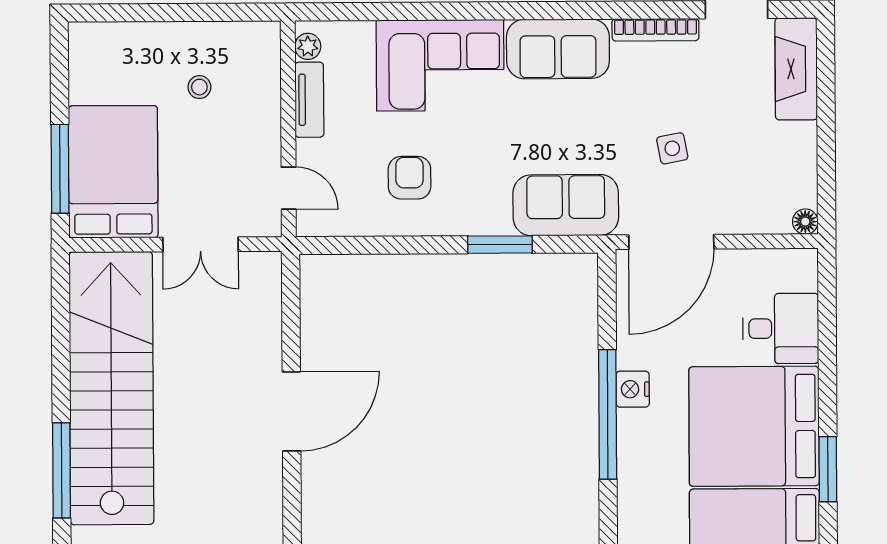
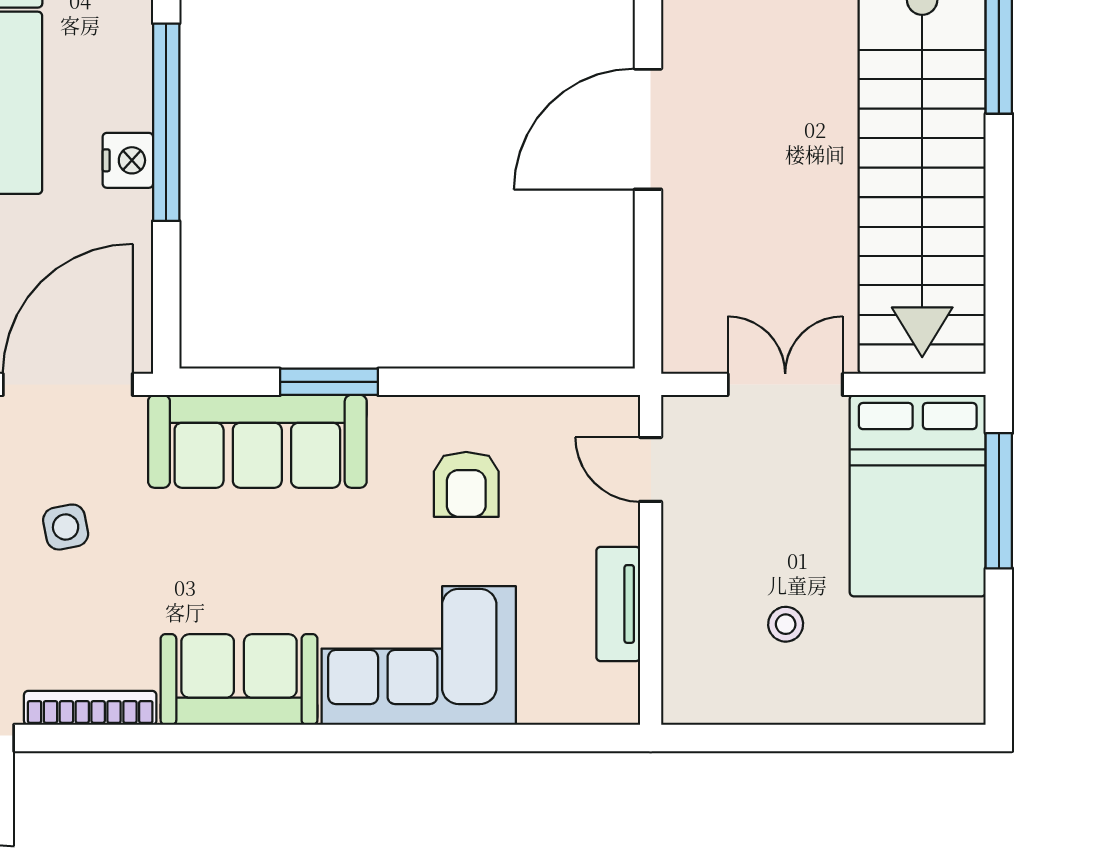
plant: (308, 46) -> (620, 685), removed
sofa: (566, 205) -> (257, 441), width x1.36

